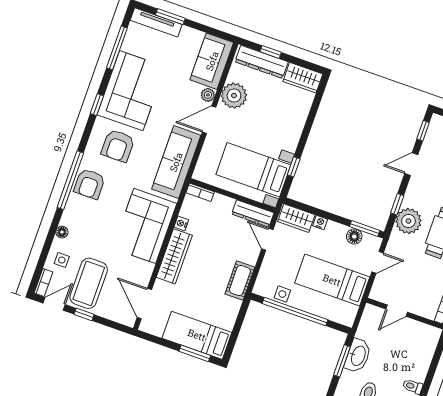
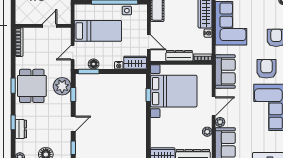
plant: (234, 96) -> (207, 132), width x0.53, depth x0.53
sofa: (176, 162) -> (225, 72), width x0.73
bed with nightstands: (253, 170) -> (174, 91), width x1.36
dresser: (253, 213) -> (179, 56), moved

